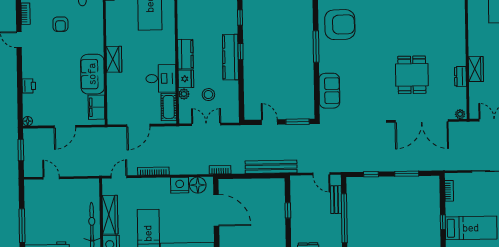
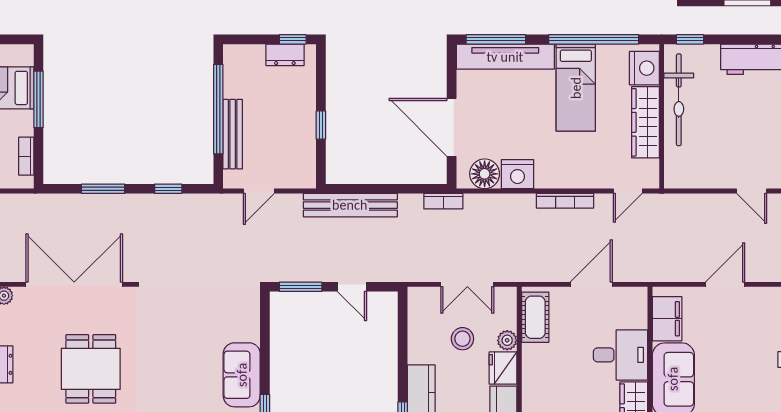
desk: (161, 78) -> (620, 355), moved, turned 180
sofa: (329, 91) -> (242, 375), moved
door: (321, 174) -> (259, 191), swing flipped
bench: (336, 200) -> (233, 134), width x1.36
window: (443, 222) -> (39, 99), width x2.17

